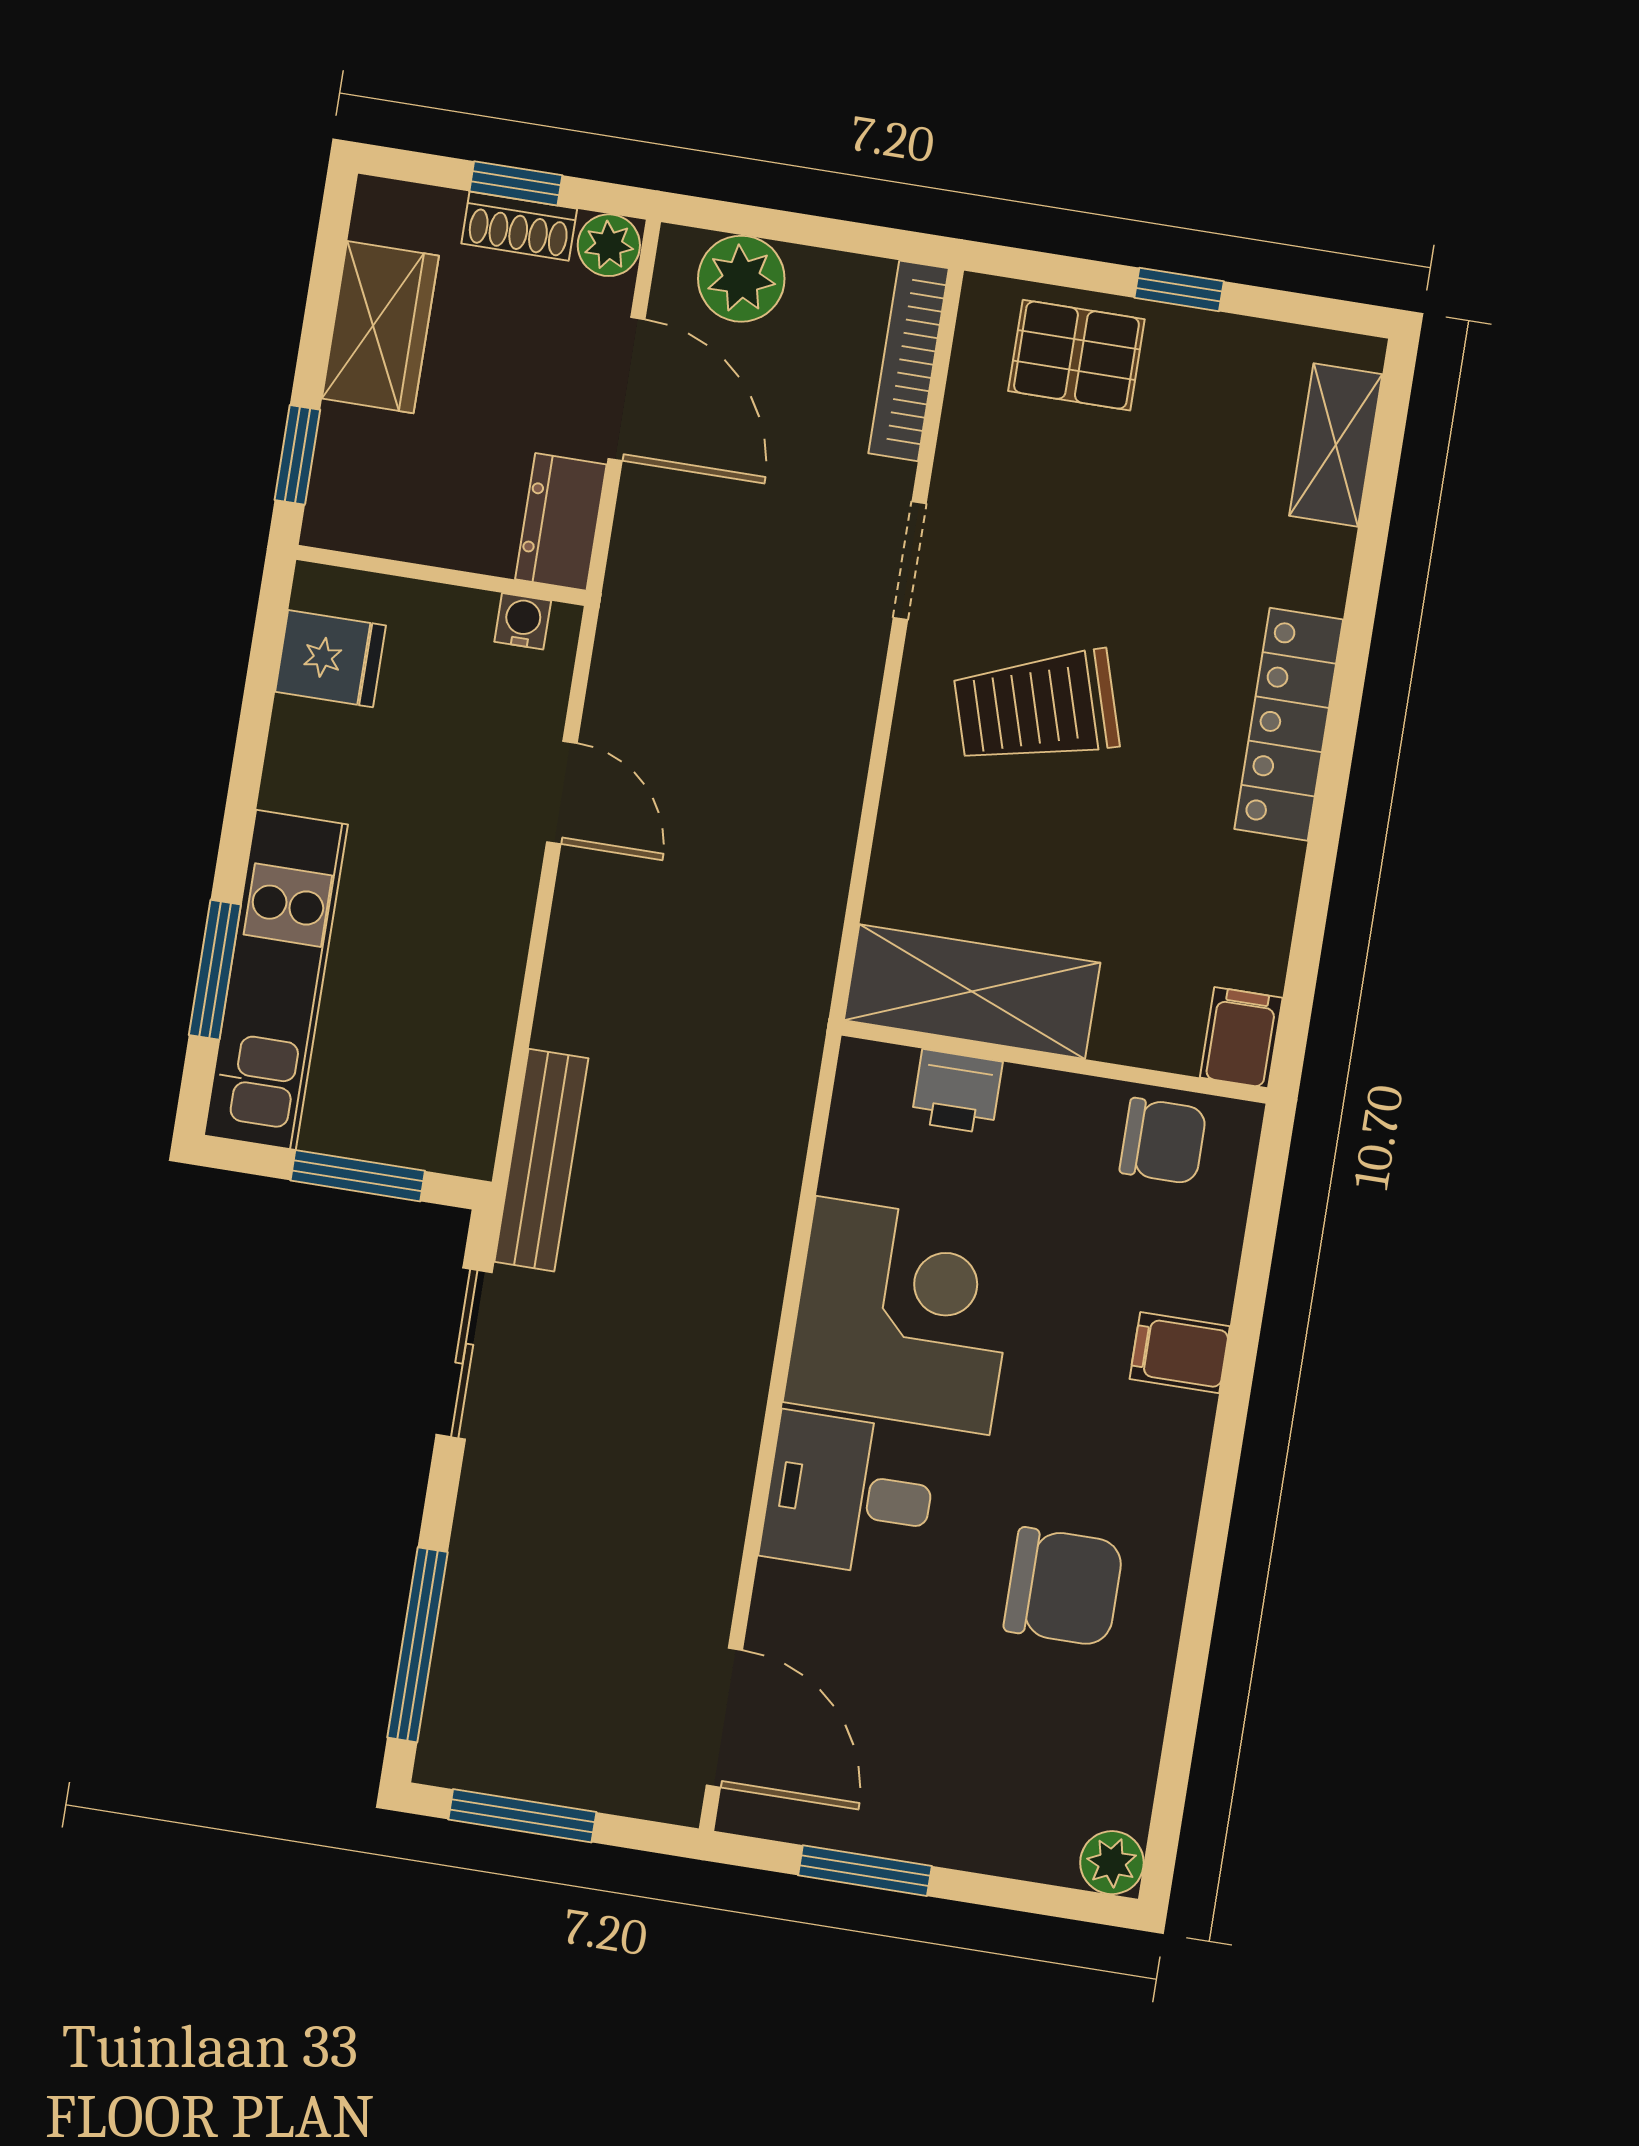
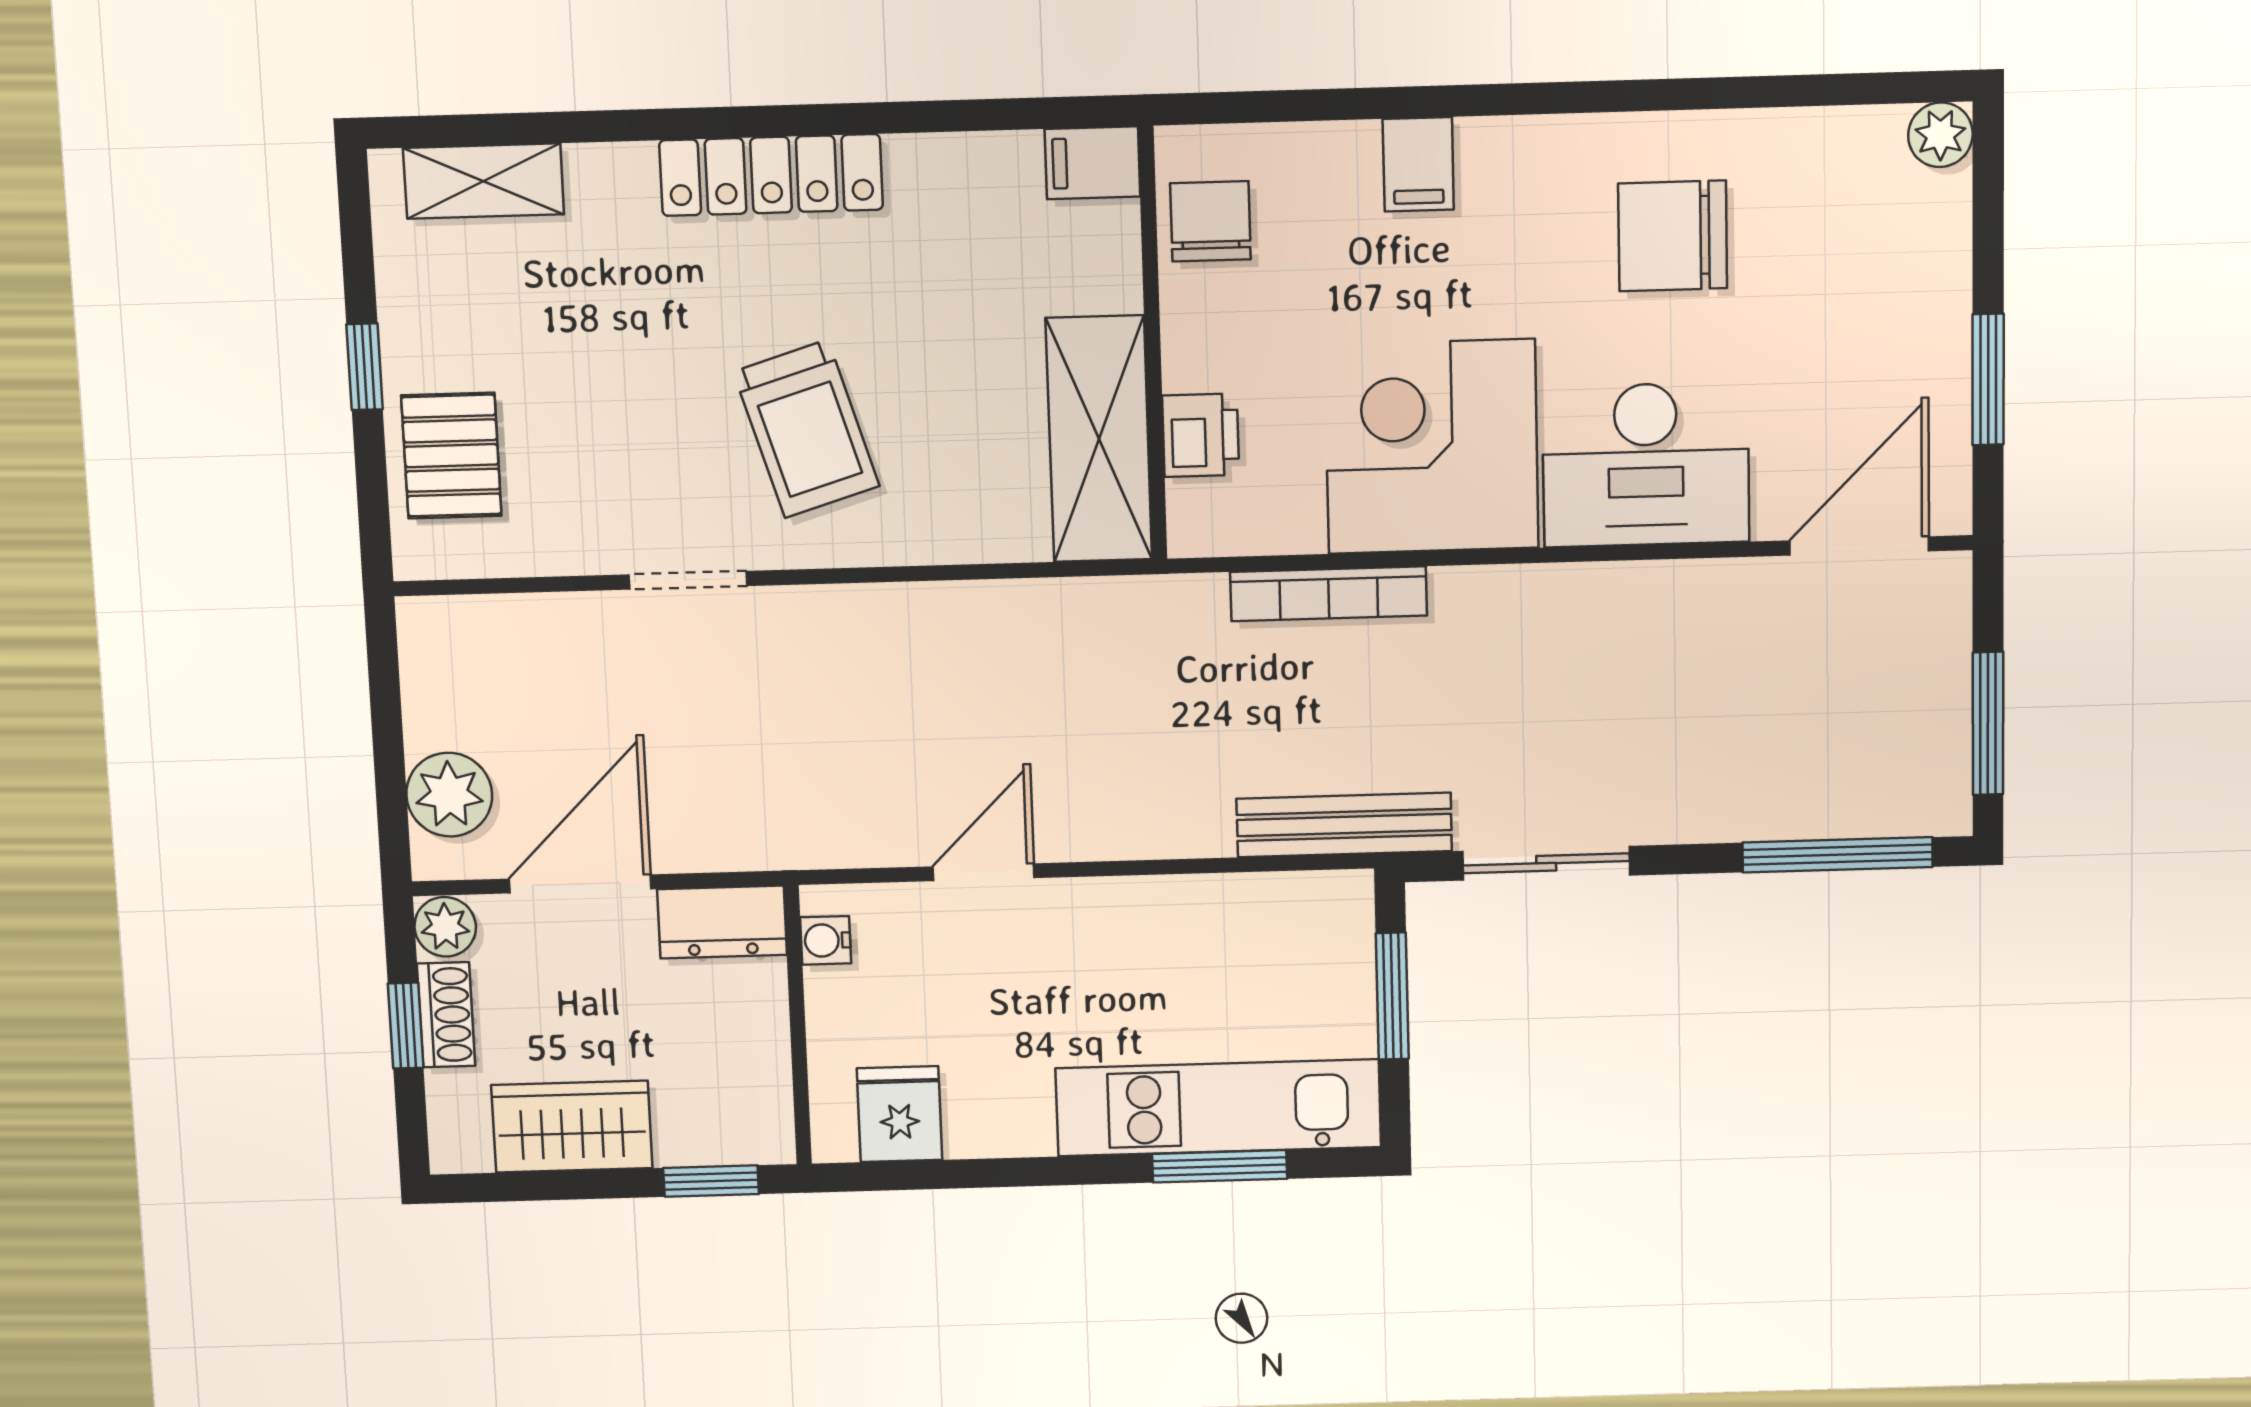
bookcase: (909, 361) -> (1329, 594), moved
desk: (849, 1495) -> (1646, 465), width x1.37
chair: (1064, 1587) -> (1673, 236), turned -90

